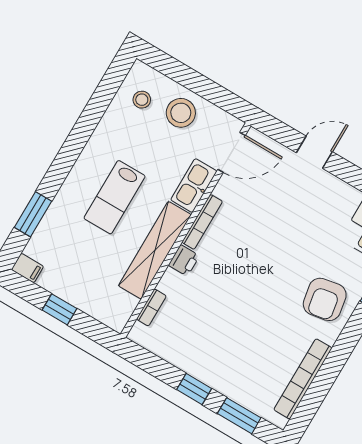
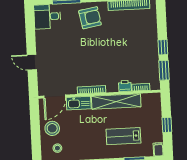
door: (232, 152) -> (55, 96), swing flipped
lab bench: (115, 197) -> (123, 136), moved, turned 180
printer: (184, 260) -> (125, 86), moved
window: (239, 416) -> (164, 70), moved

